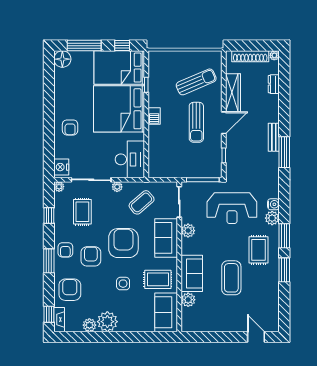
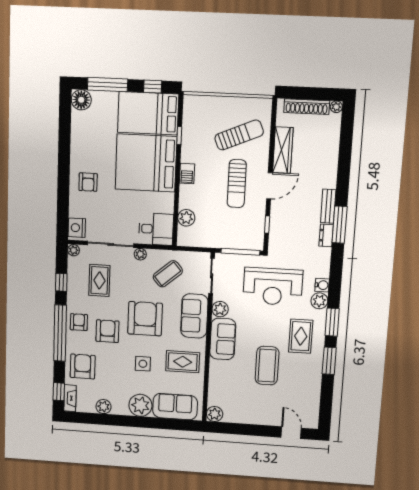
dresser: (274, 84) -> (326, 235), moved
plant: (155, 153) -> (186, 218), added
desk: (130, 159) -> (156, 229), width x0.73
armchair: (65, 250) -> (79, 322), turned 180
window: (49, 261) -> (60, 333), width x2.11
sofa: (192, 273) -> (223, 339), moved
plant: (188, 300) -> (215, 414), moved
sofa: (166, 312) -> (175, 407), moved, turned 90
plant: (107, 322) -> (140, 405), moved

